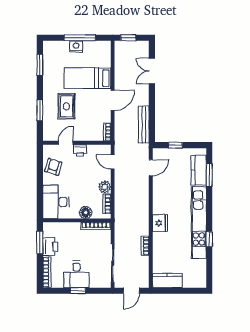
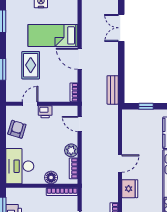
door: (113, 100) -> (80, 59), swing flipped
bench: (144, 125) -> (113, 90), width x0.73
door: (151, 168) -> (120, 163), moved

